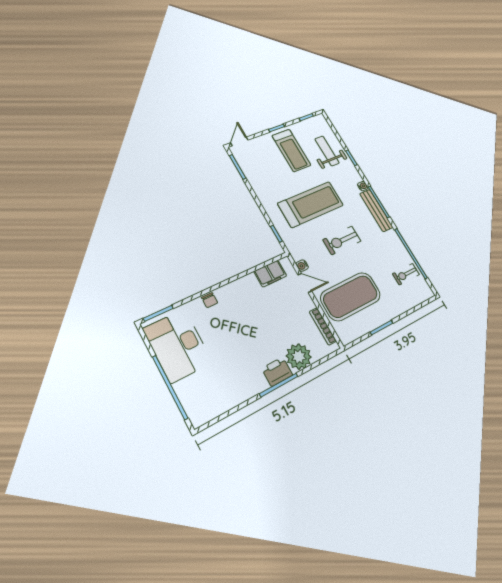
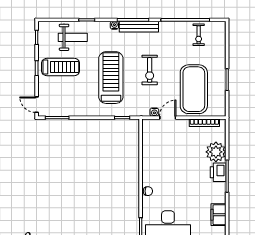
weight bench: (327, 151) -> (73, 37), turned 180
filing cabinet: (270, 274) -> (218, 215), moved, turned 180

